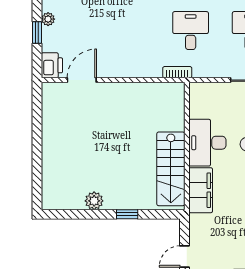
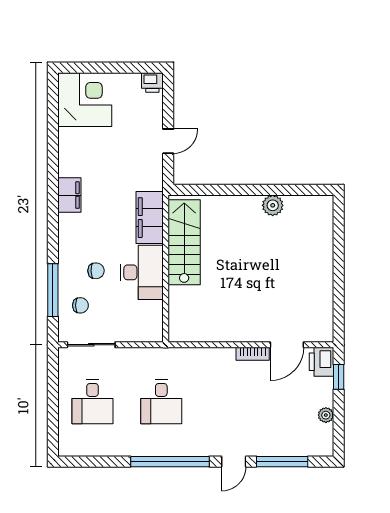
window: (37, 33) -> (339, 377), moved
bookcase: (177, 72) -> (253, 354), moved
window: (127, 214) -> (235, 190), removed

